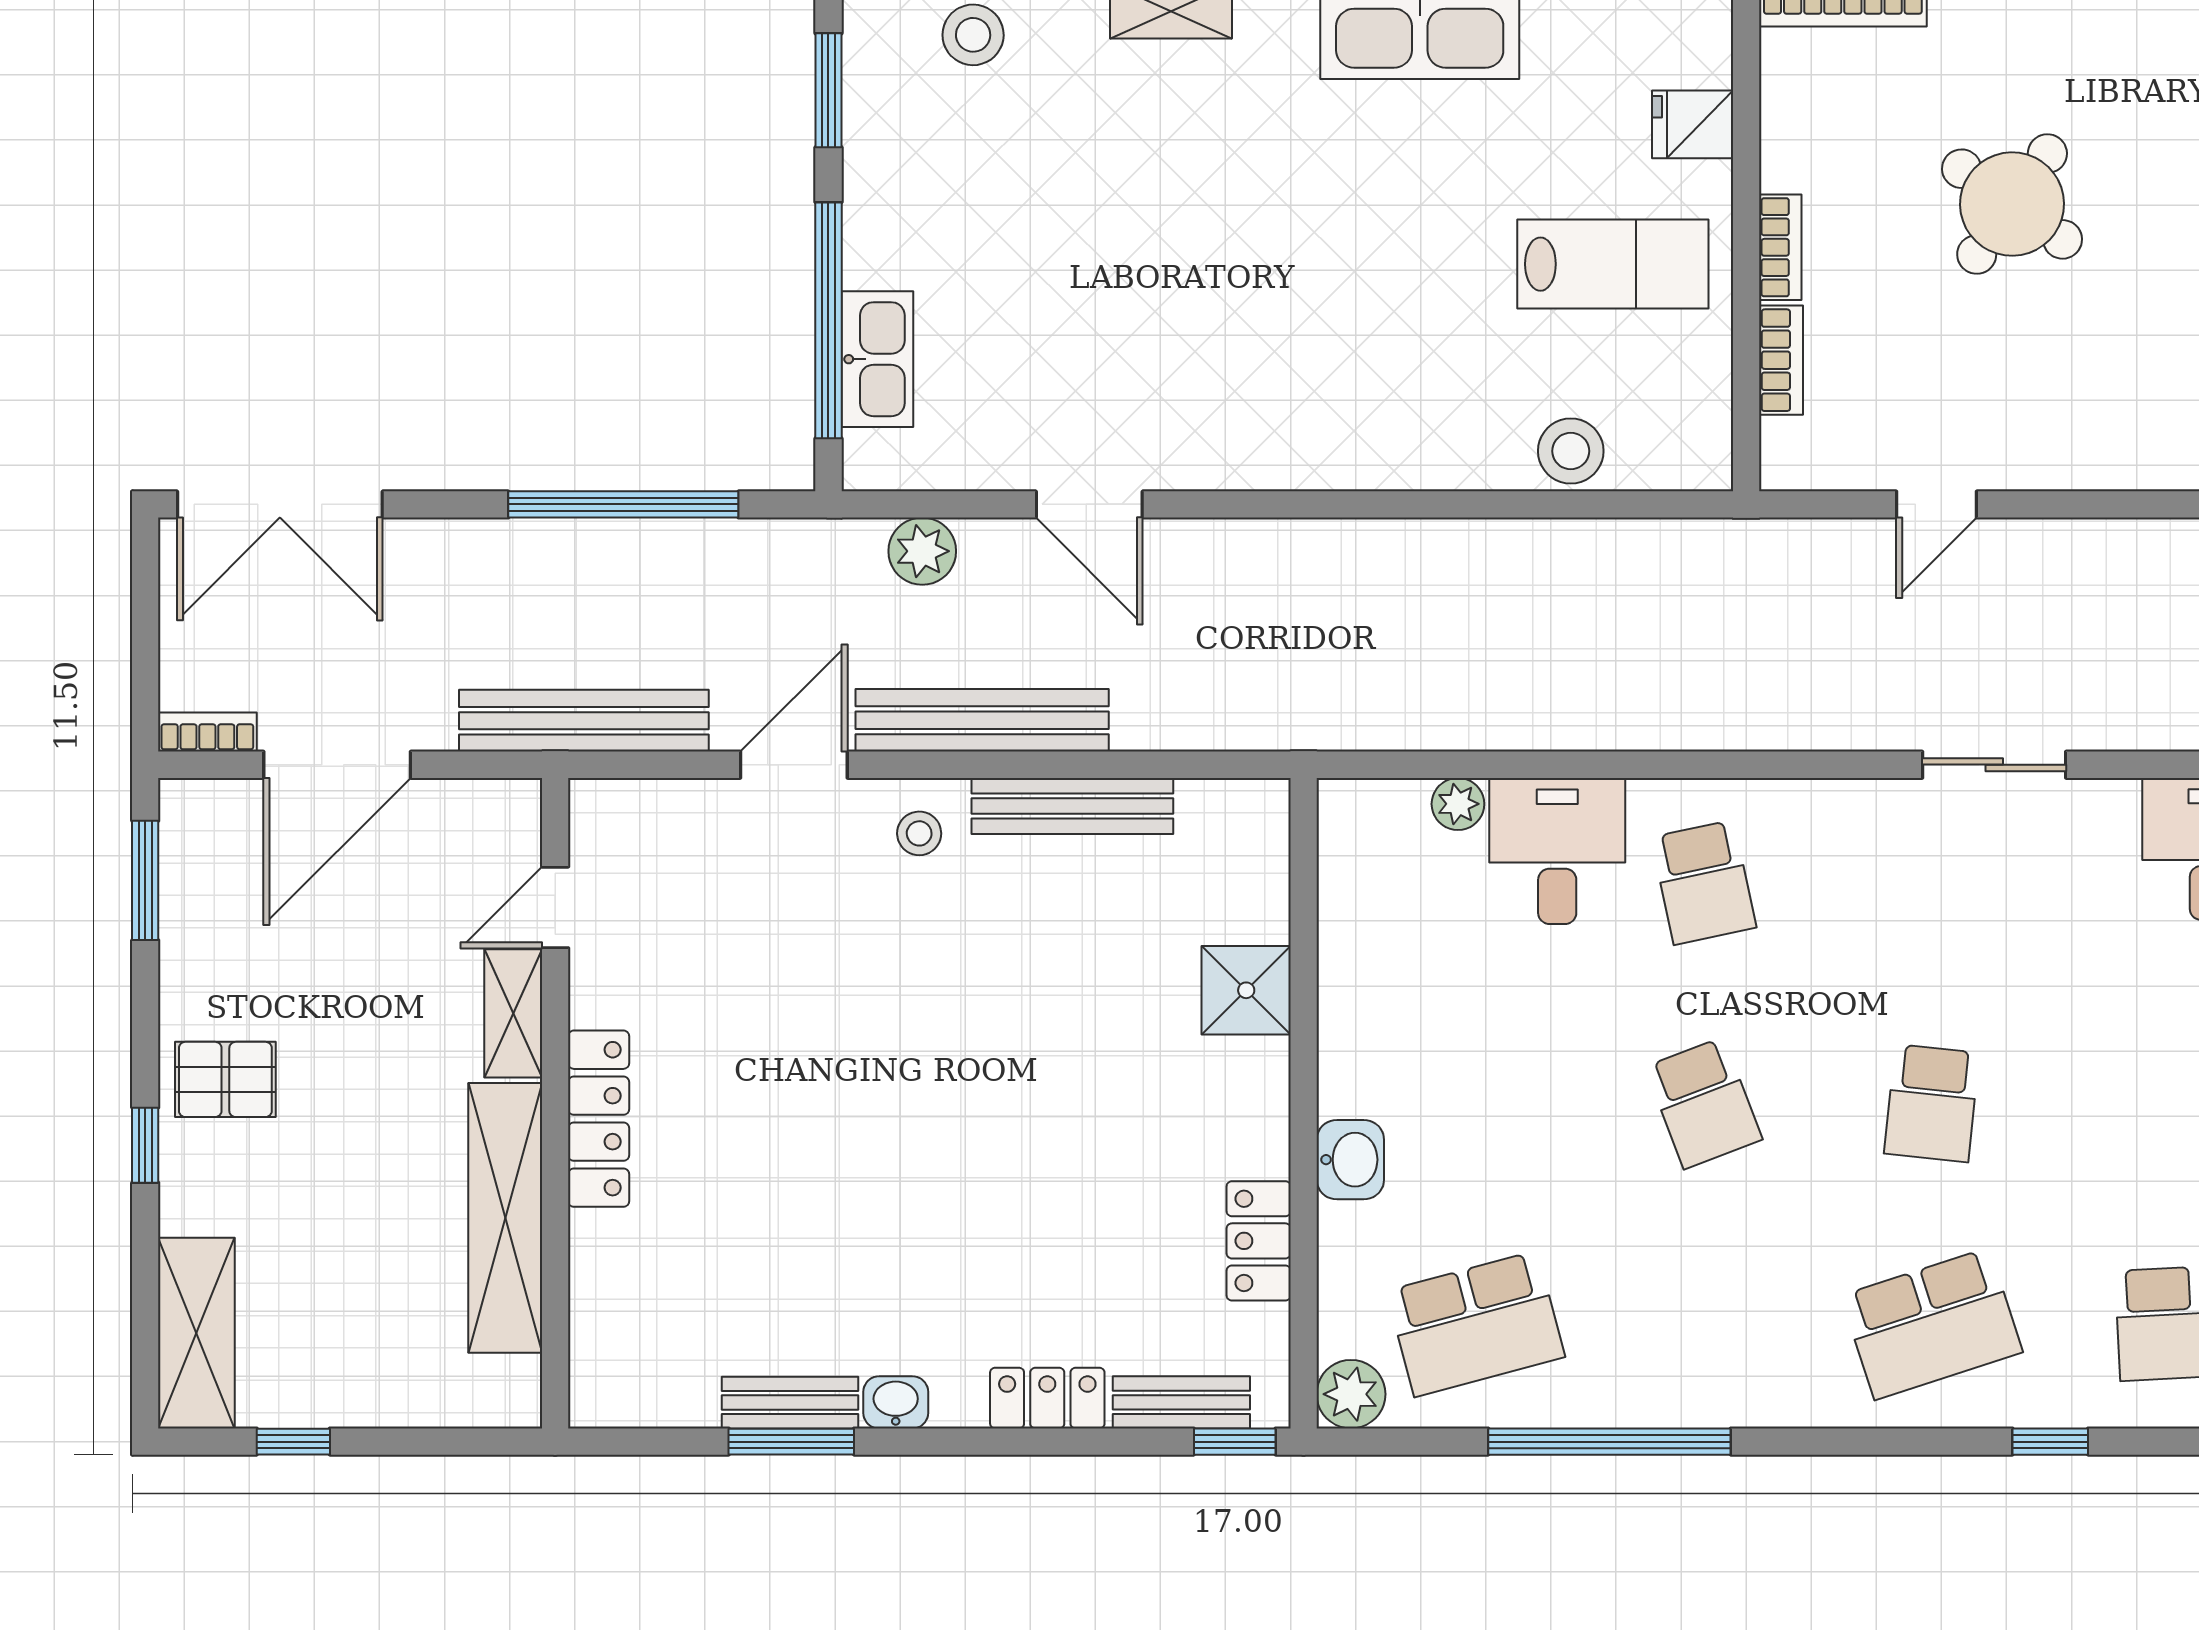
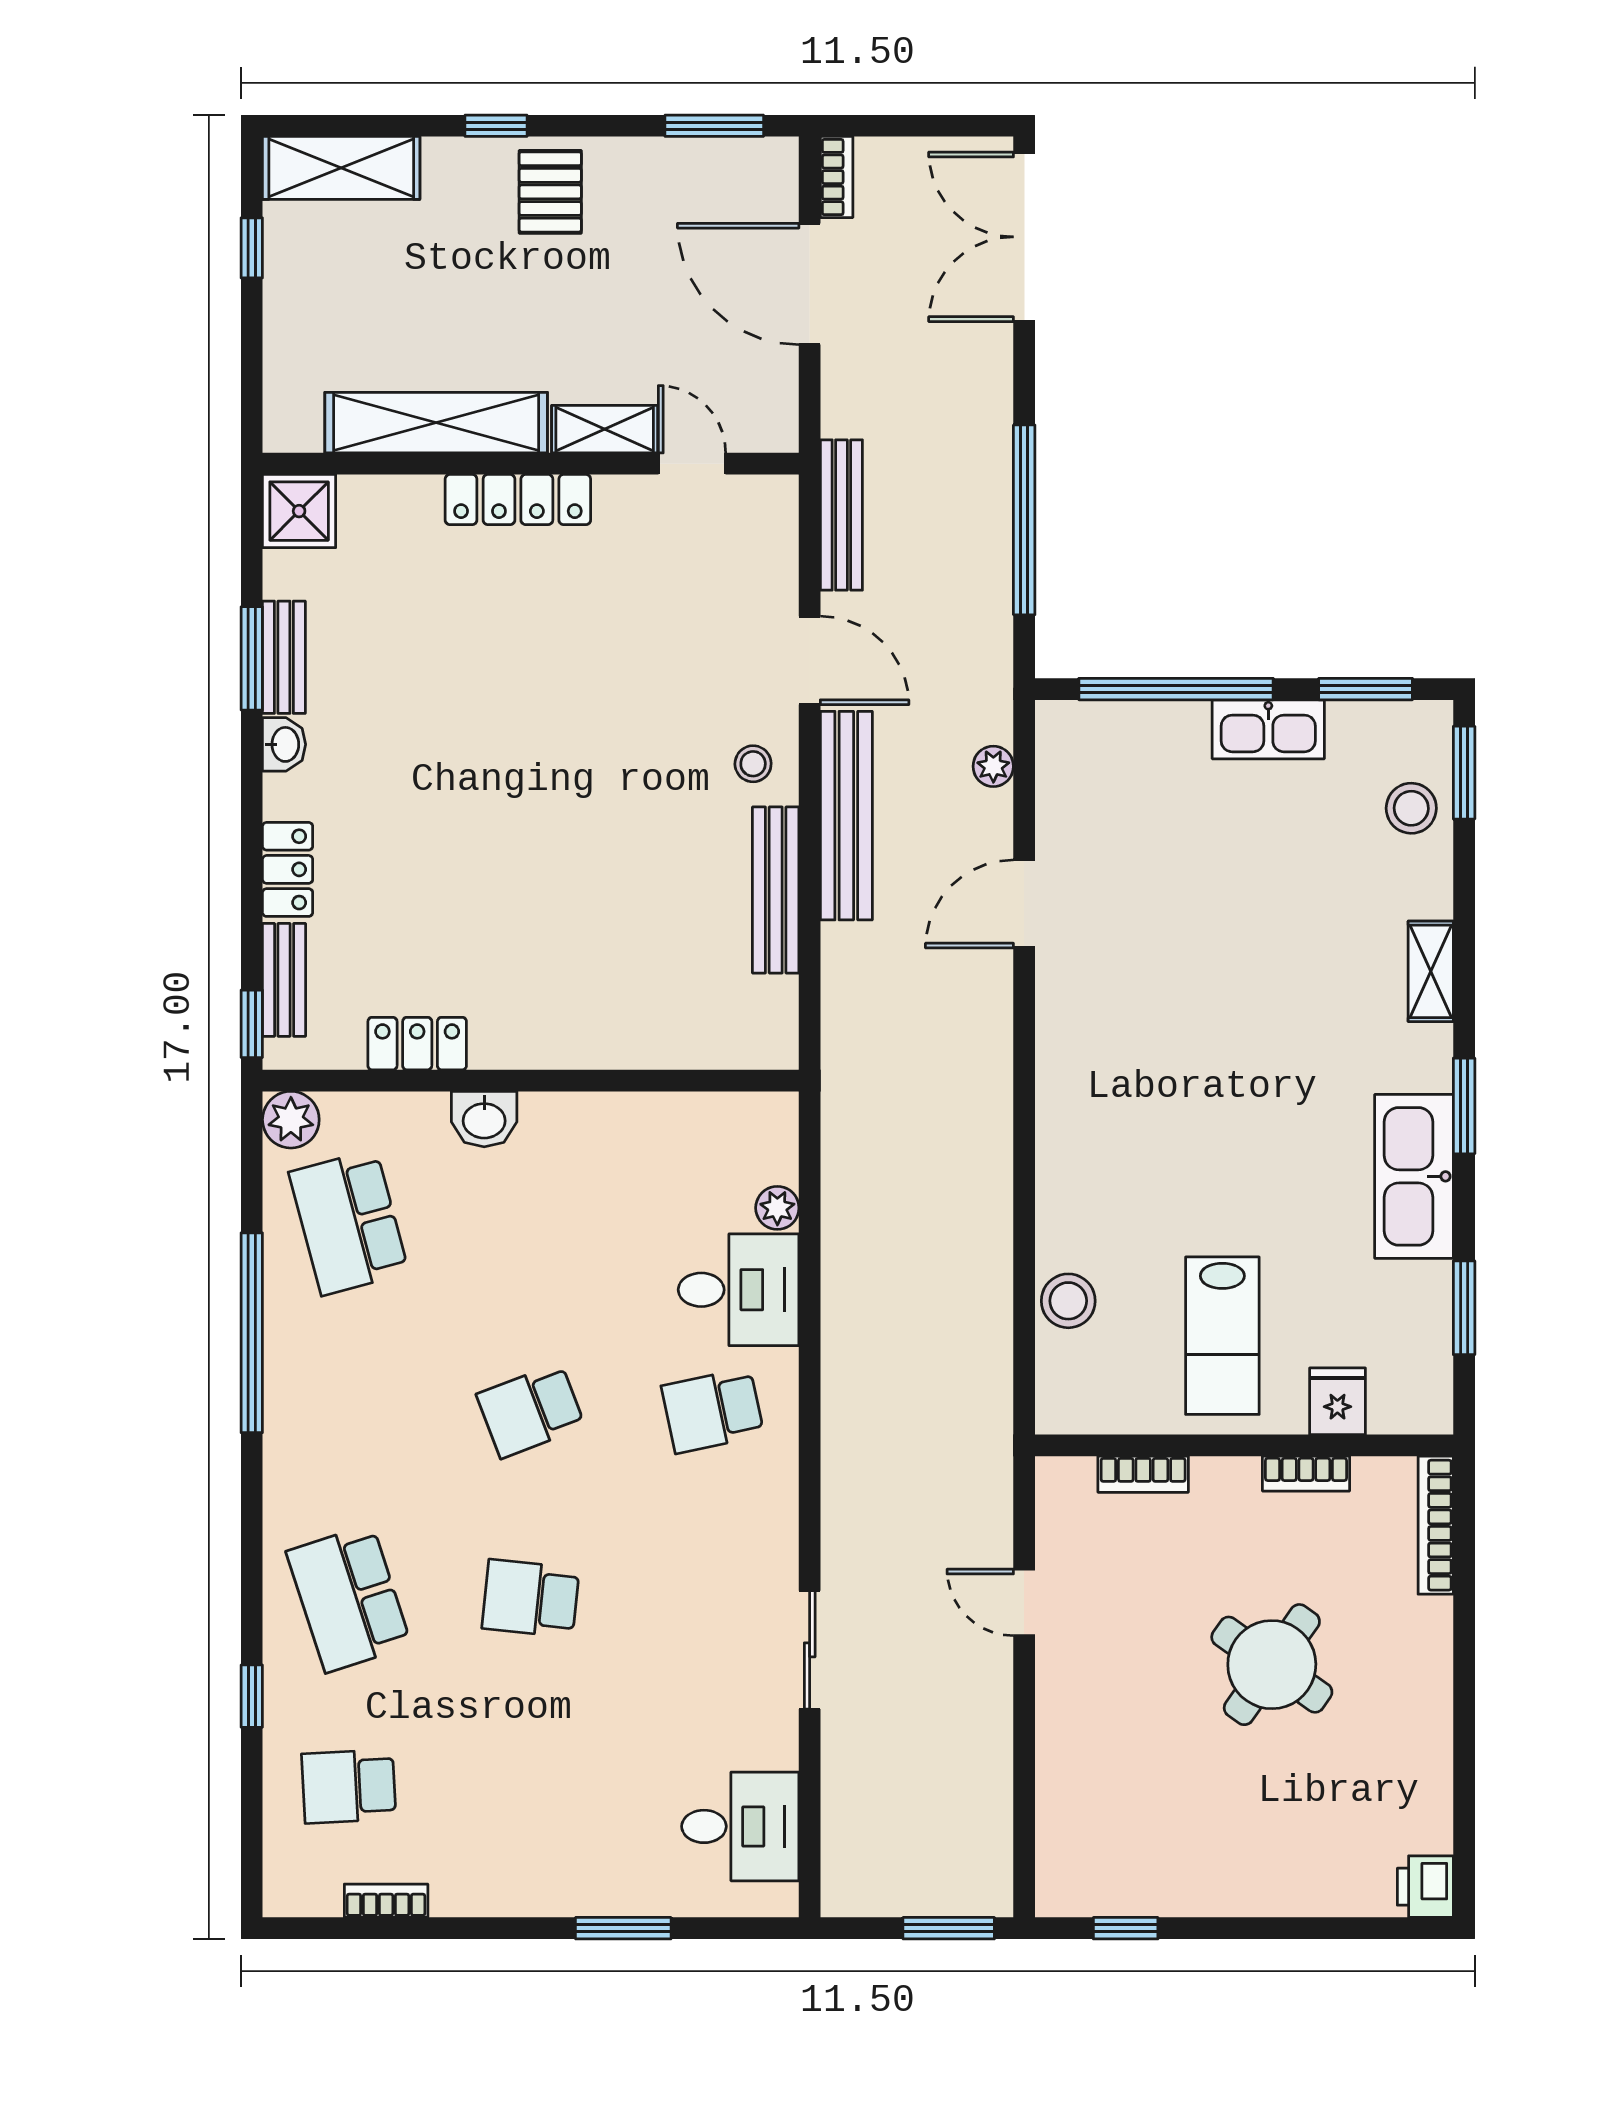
bookcase: (1780, 247) -> (1306, 1474), moved
kitchen sink: (877, 359) -> (1268, 729), moved
plant: (922, 551) -> (993, 766), width x0.73, depth x0.73
bench: (584, 721) -> (841, 515), width x0.73, depth x0.82
shower: (1246, 990) -> (299, 511), moved

